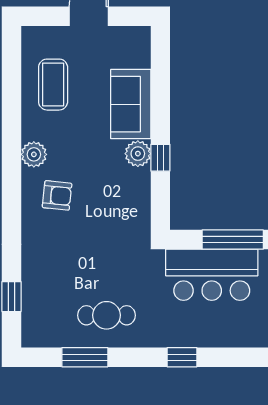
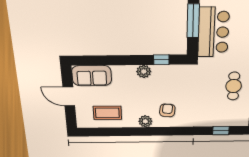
sofa: (131, 104) -> (92, 76), moved
window: (160, 158) -> (161, 60), moved

